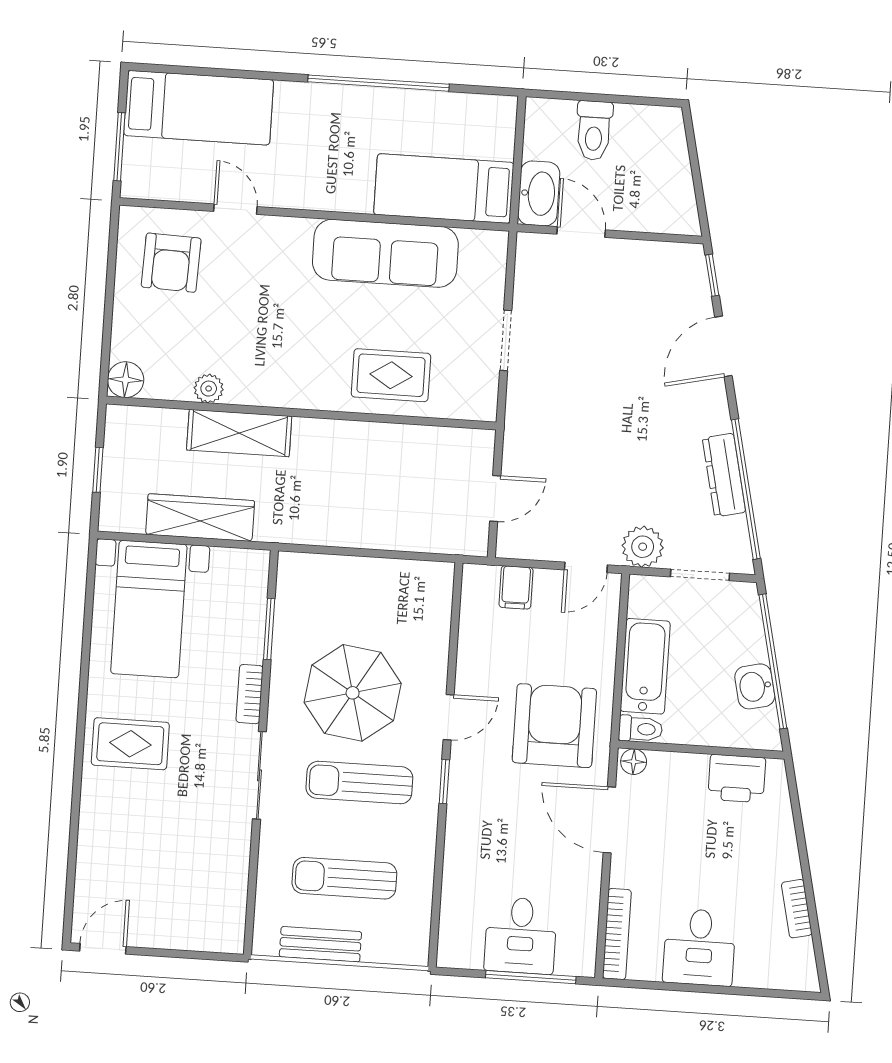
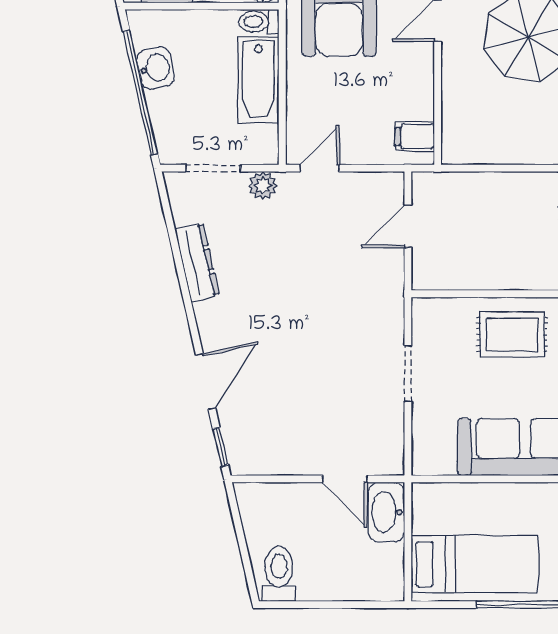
toilet: (594, 130) -> (279, 574), moved
bed: (444, 189) -> (475, 564), moved
window: (746, 489) -> (176, 251), removed
plant: (643, 547) -> (263, 185), width x0.73, depth x0.73
filing cabinet: (516, 587) -> (415, 137), moved, turned -90

